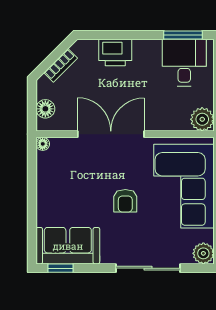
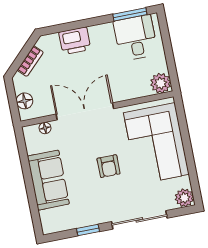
floor lamp: (43, 144) -> (45, 128), moved
sofa: (68, 246) -> (48, 180), moved, turned 90
window: (60, 268) -> (88, 230), moved

